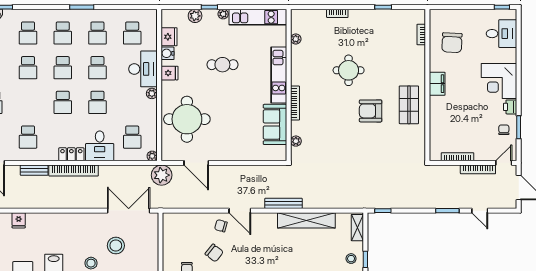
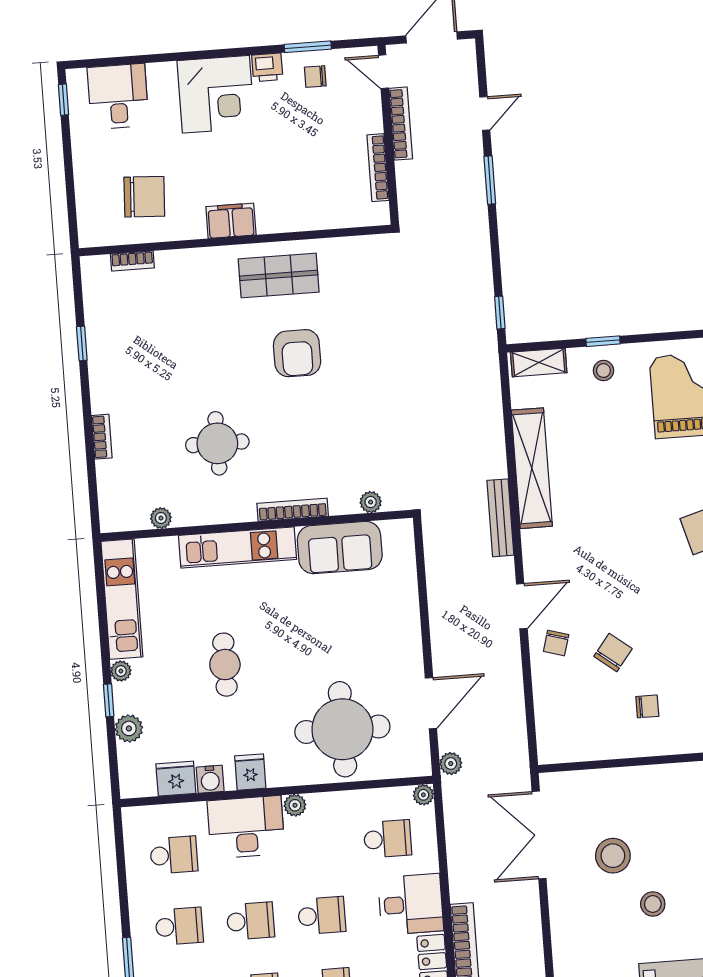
round table: (349, 70) -> (217, 443), moved
plant: (162, 175) -> (451, 764), width x0.53, depth x0.53

